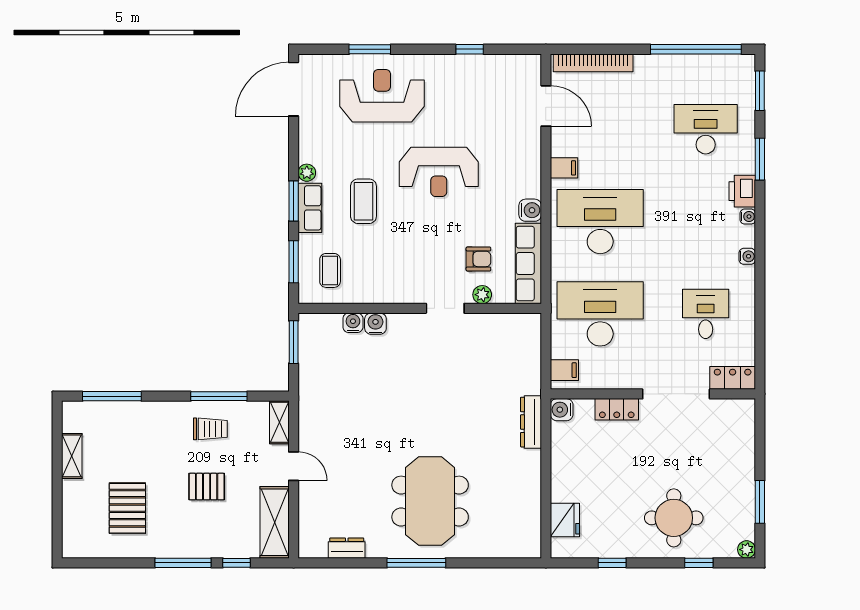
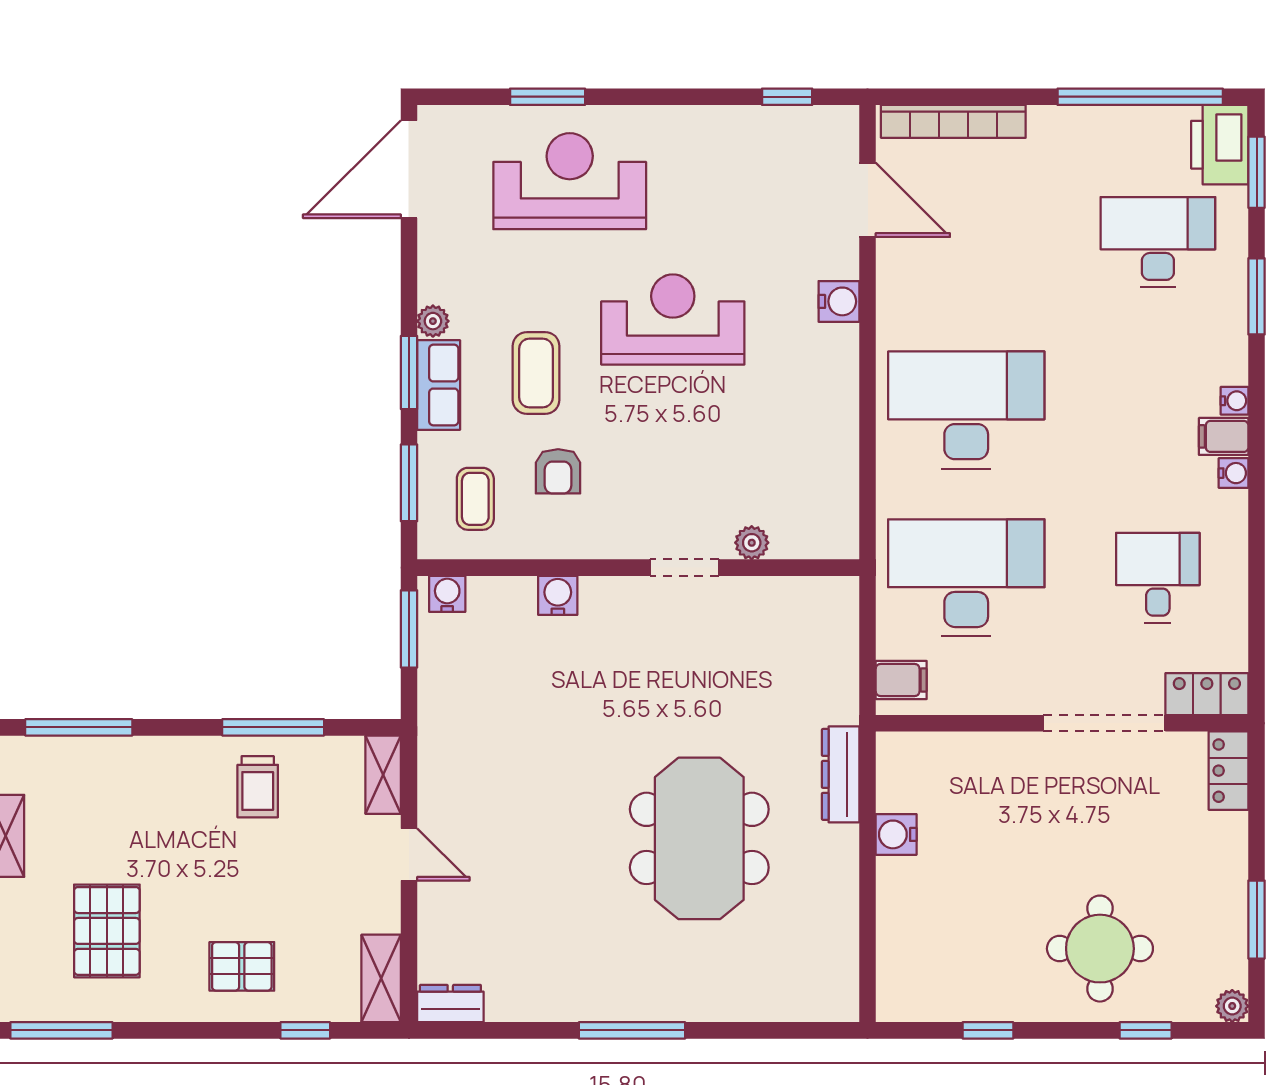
window: (470, 49) -> (787, 97), moved
filing cabinet: (564, 168) -> (1224, 436), moved, turned 180
reception desk: (439, 172) -> (673, 320), turned 180
printer: (742, 191) -> (1220, 145), moved, width x1.37, depth x1.19
water cooler: (530, 210) -> (839, 301), moved
armchair: (478, 259) -> (558, 471), moved, turned 90
row of seats: (528, 264) -> (836, 486), removed
water cooler: (353, 323) -> (447, 594), moved
locker: (617, 409) -> (1229, 771), moved, turned 90
water cooler: (562, 410) -> (896, 834), moved
trolley: (210, 429) -> (258, 787), turned 90
pallet: (207, 487) -> (242, 966), moved
meeting table: (430, 501) -> (699, 838), moved
fridge: (565, 520) -> (902, 952), removed
shelving: (275, 522) -> (381, 978), width x0.67, depth x0.75
dresser: (347, 548) -> (450, 1003), moved
window: (183, 563) -> (61, 1030), moved

